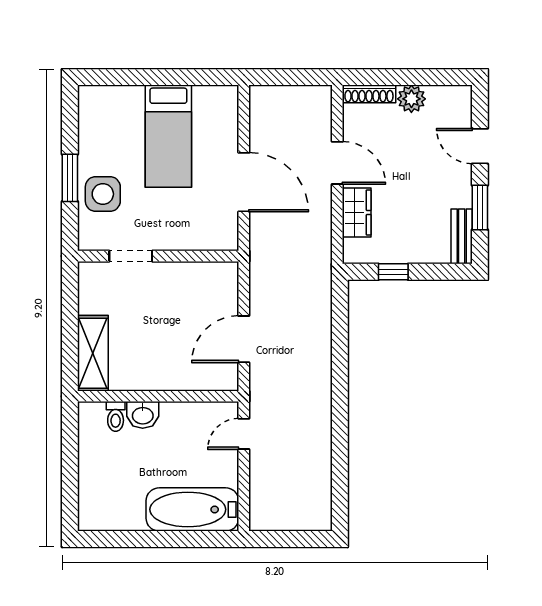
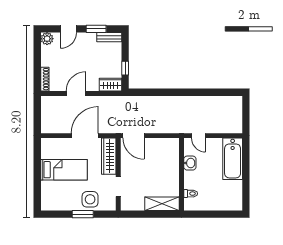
plant: (411, 99) -> (47, 39), moved
wardrobe: (357, 212) -> (111, 85), moved
wardrobe: (198, 235) -> (109, 156), added
door: (244, 339) -> (133, 136), moved
washbasin: (143, 415) -> (190, 163), moved

